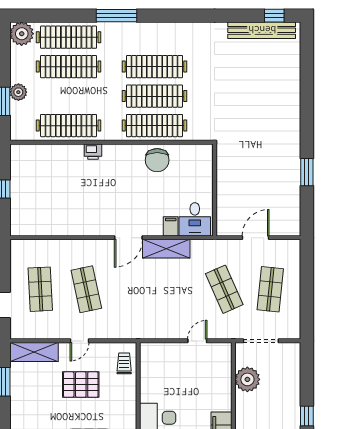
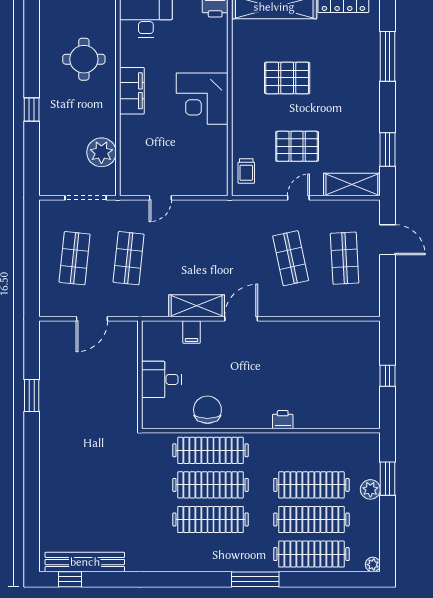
plant: (22, 34) -> (373, 565), width x0.53, depth x0.53
clothes rail: (69, 126) -> (311, 485), moved
desk: (195, 219) -> (161, 379), moved, turned -90
shop shelf: (224, 289) -> (129, 258), turned 30

